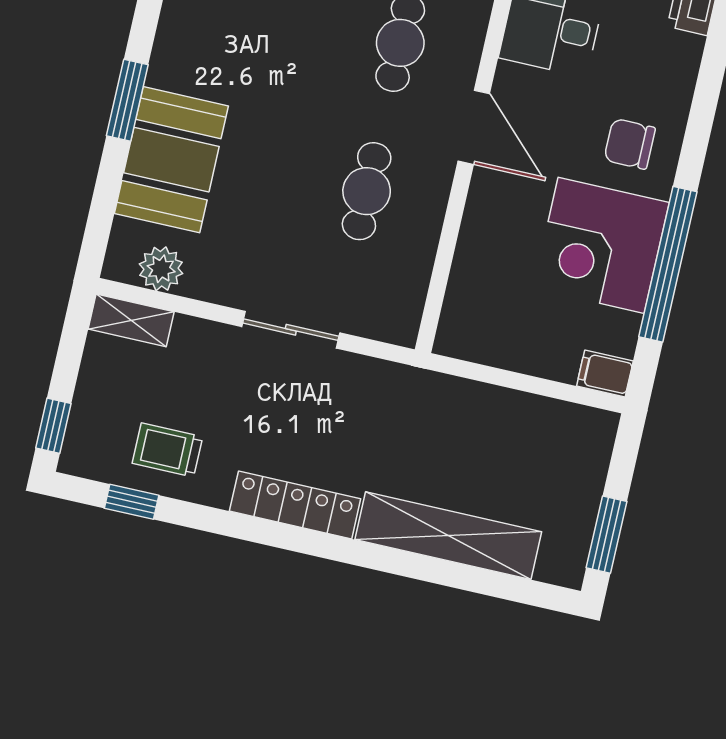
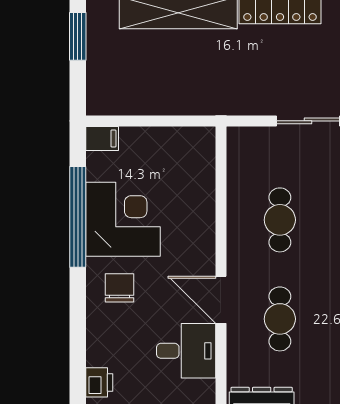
door: (474, 127) -> (221, 300), moved
chair: (630, 144) -> (120, 288), turned -90

